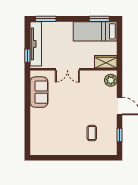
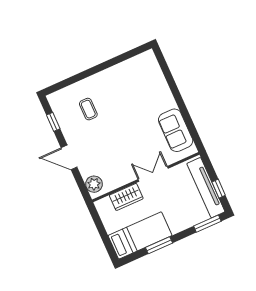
window: (99, 19) -> (159, 245), moved
window: (27, 56) -> (219, 189), moved
wardrobe: (106, 62) -> (126, 197), moved

